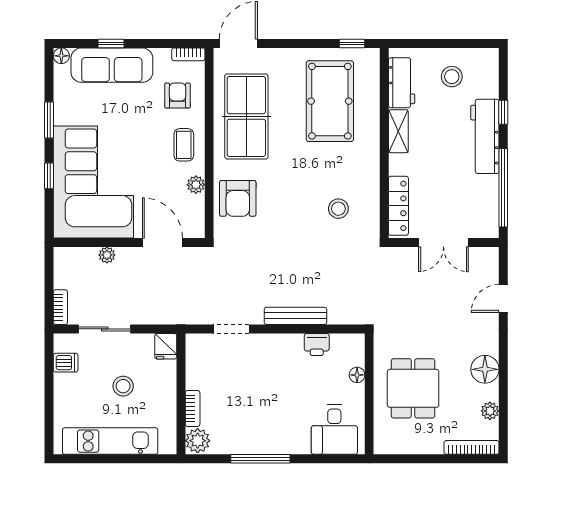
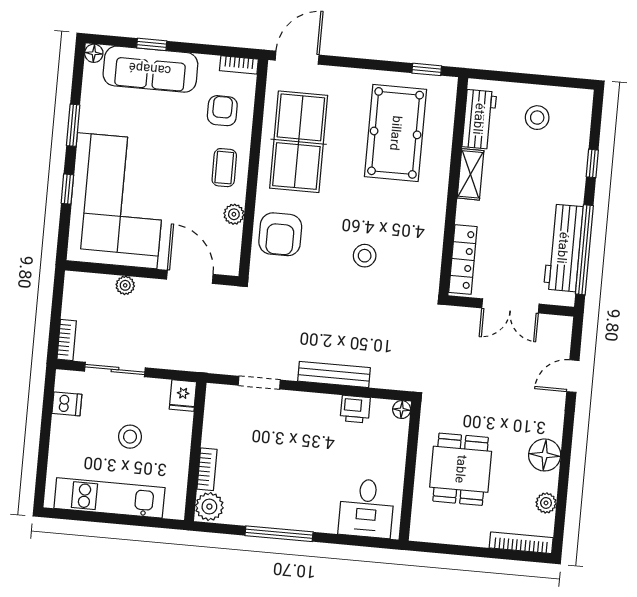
workbench: (485, 136) -> (563, 248), moved
stool: (338, 209) -> (365, 256), moved
floor lamp: (357, 375) -> (402, 410), moved

